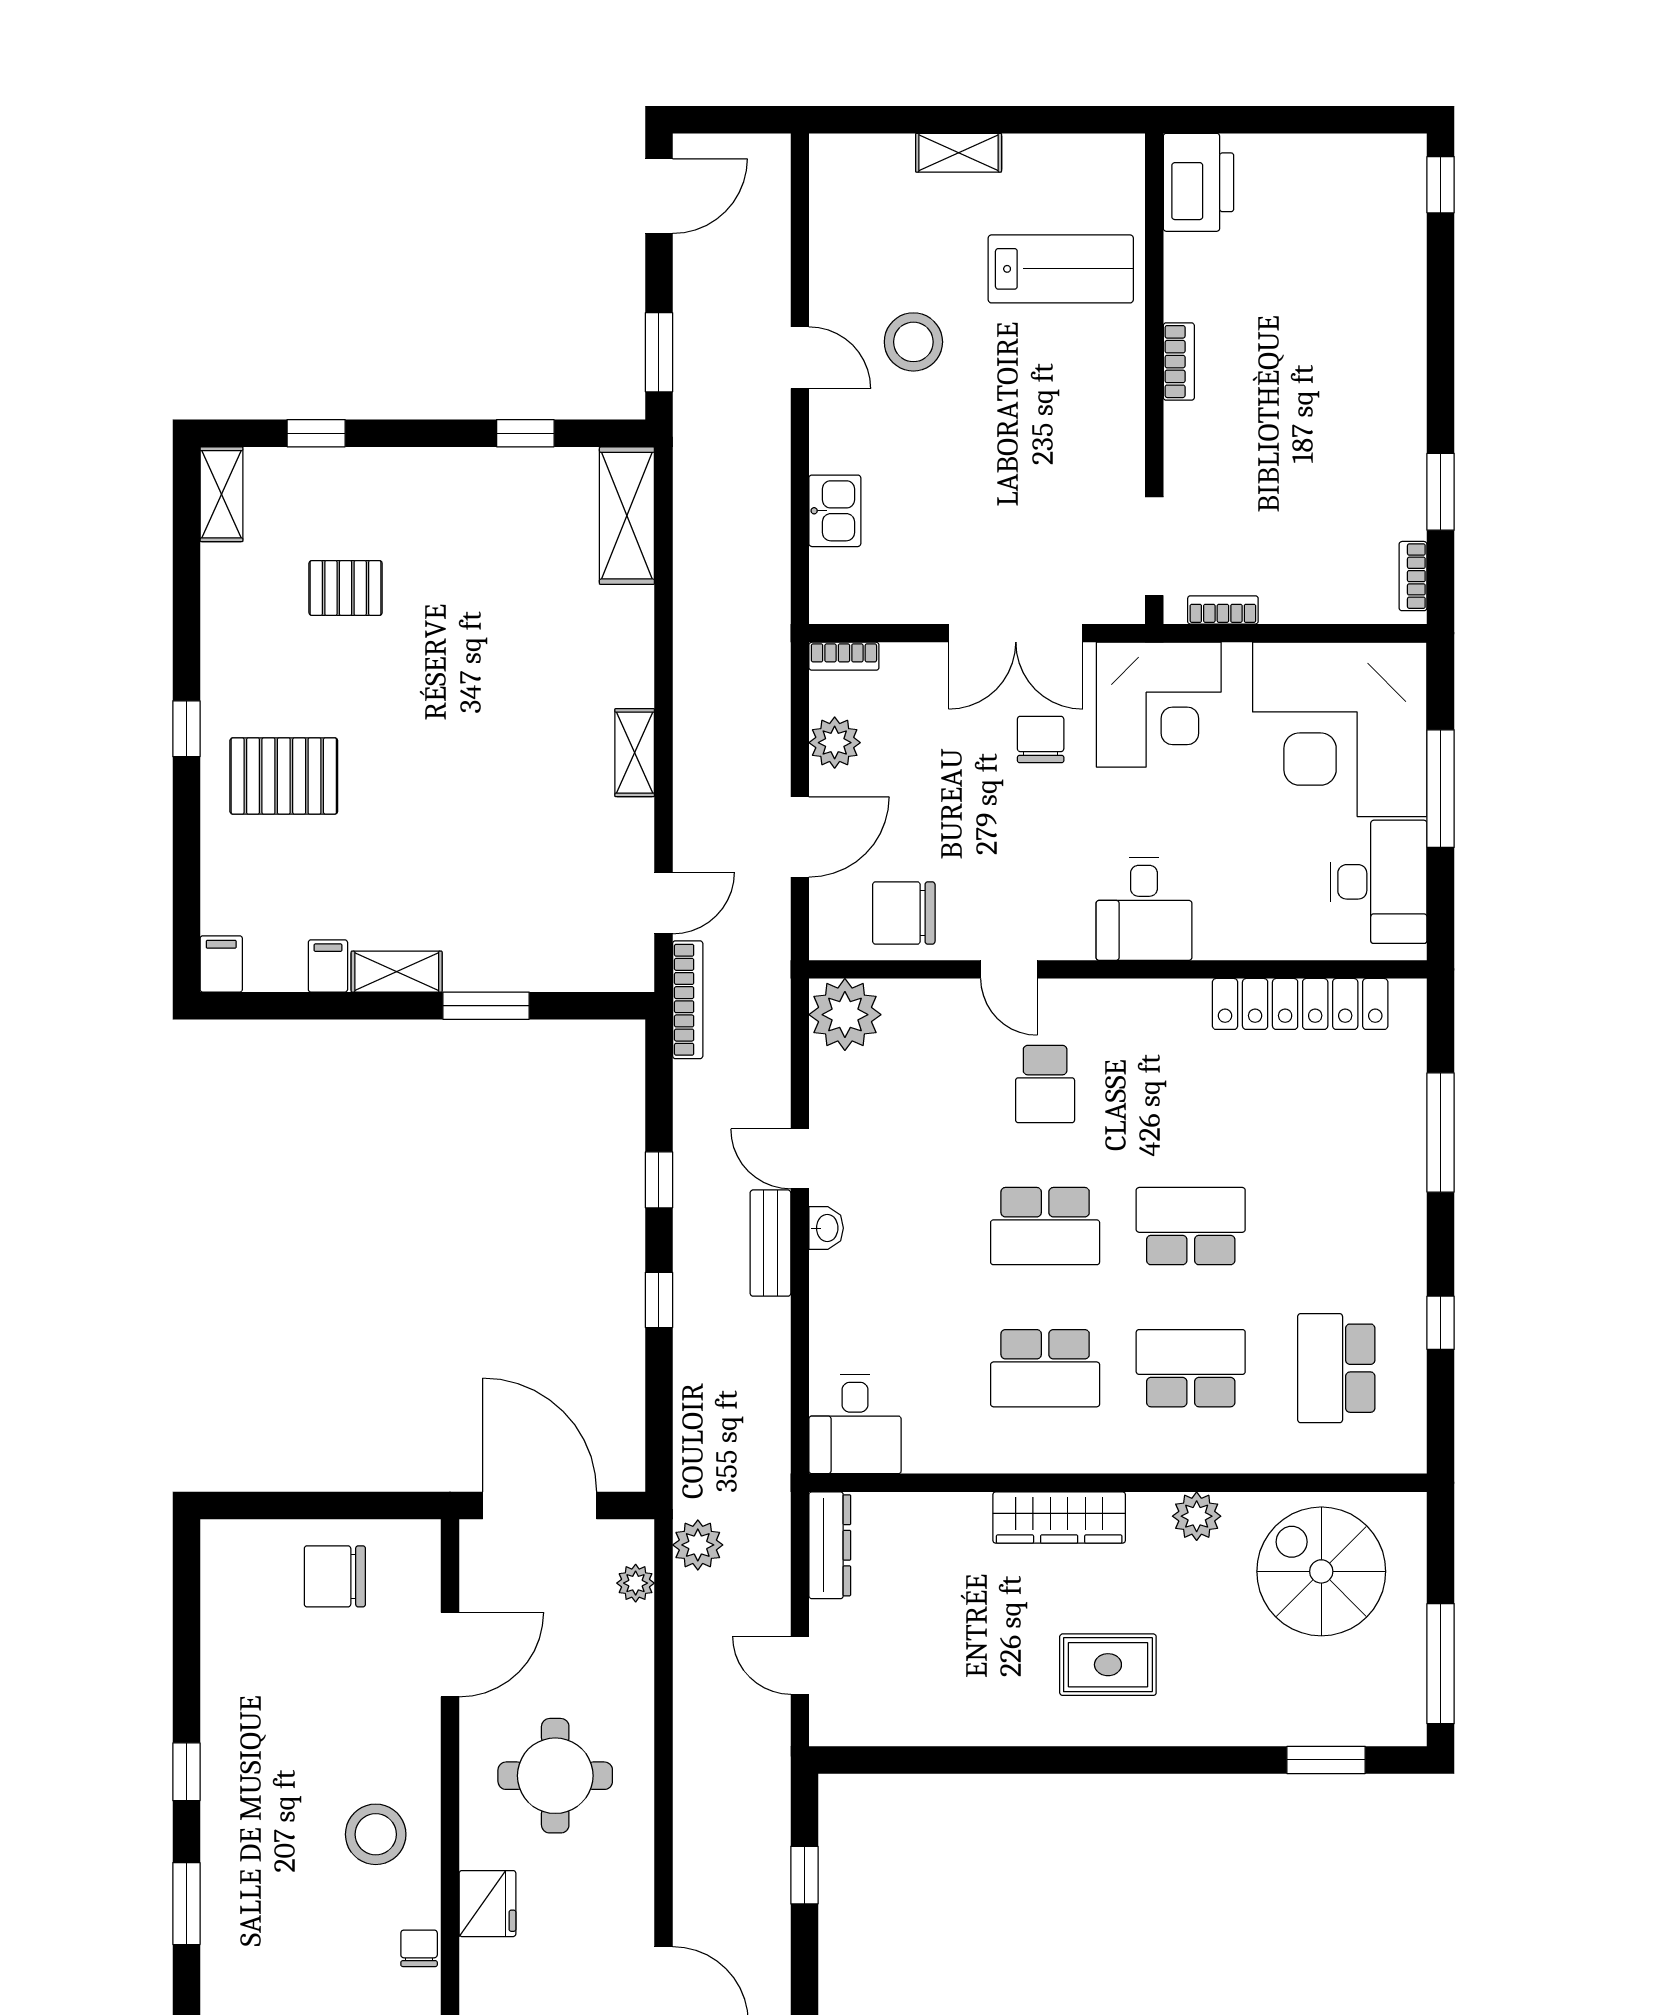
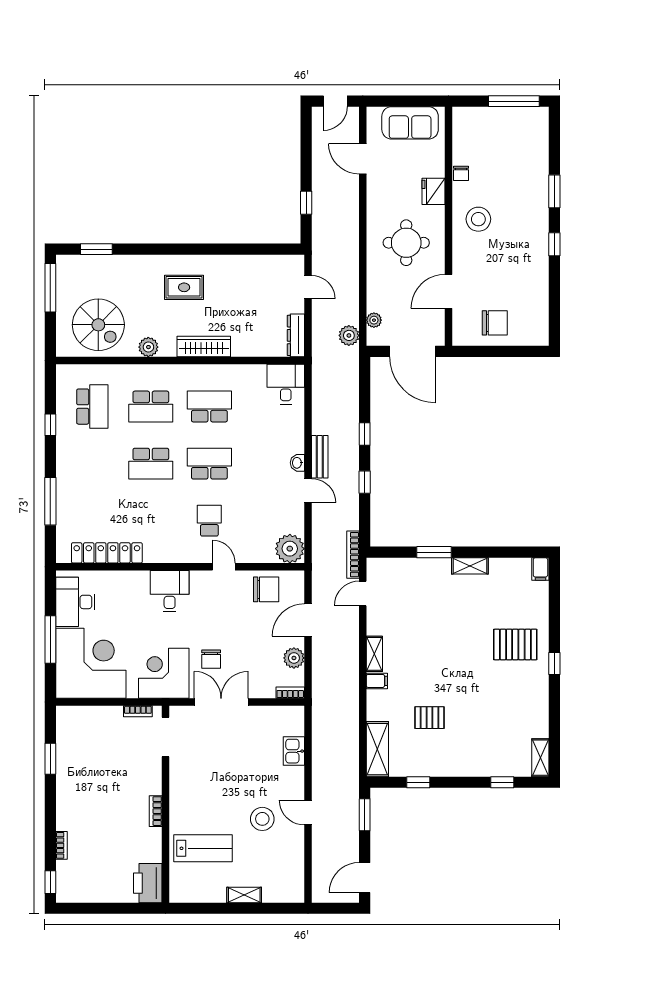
lab bench: (1061, 269) -> (203, 848), turned 180
bookcase: (1413, 576) -> (61, 845), moved
pallet: (346, 588) -> (429, 718), moved
filing cabinet: (328, 966) -> (377, 681), moved, turned -90

